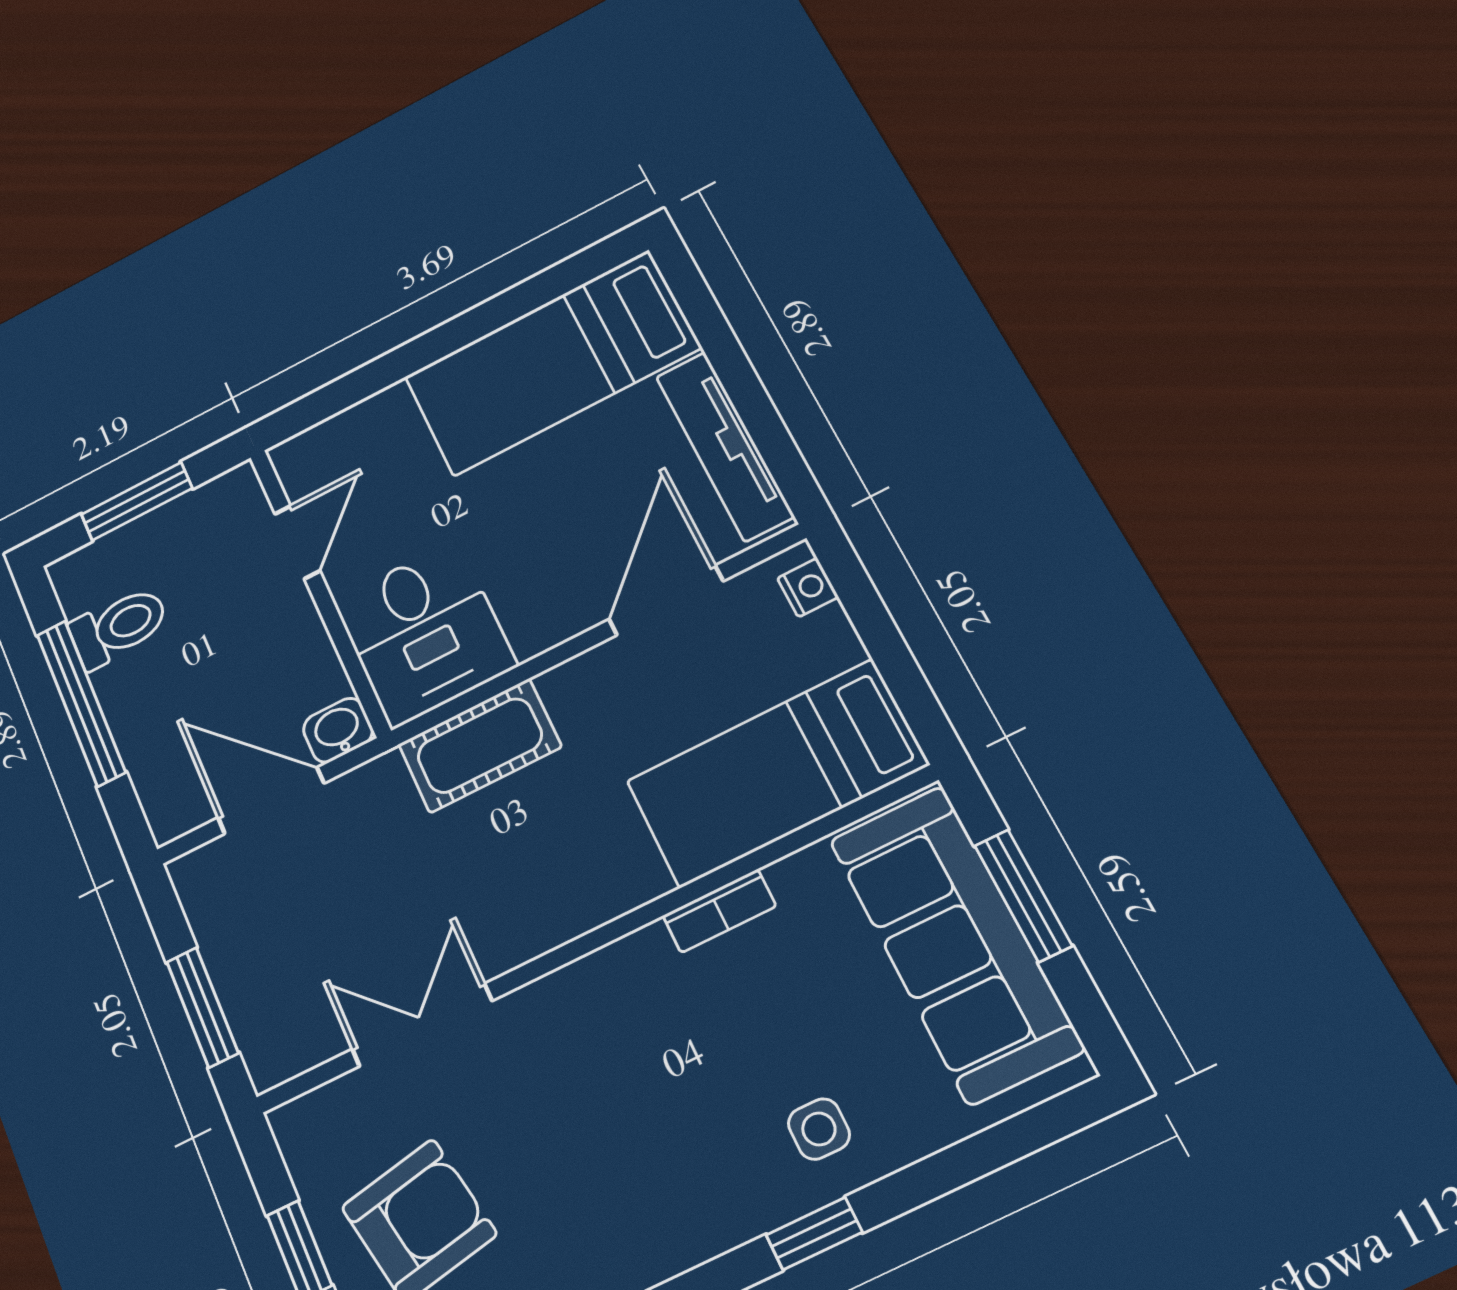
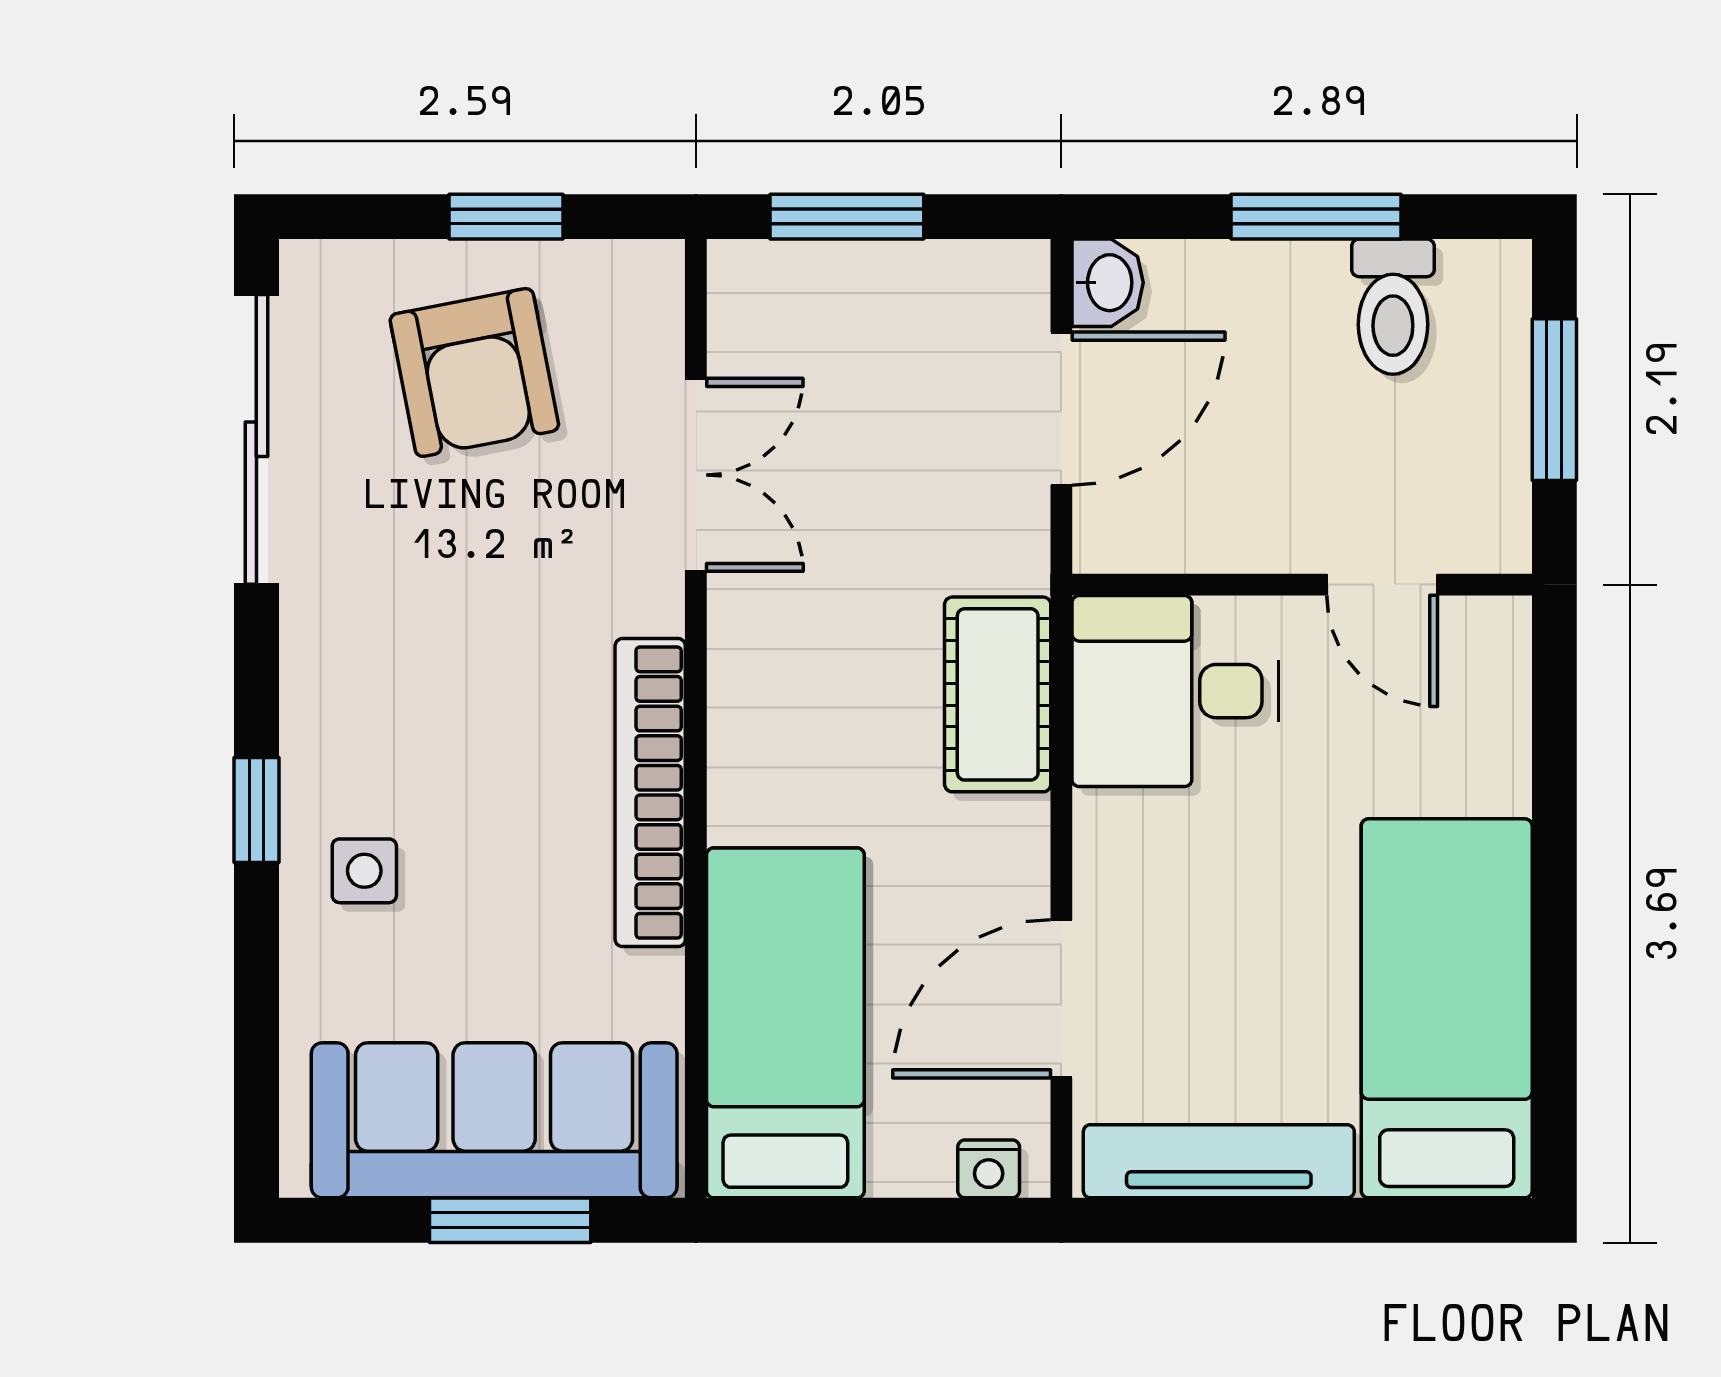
door: (666, 600) -> (1061, 999), swing flipped
window: (81, 703) -> (1316, 217), width x0.69
washbasin: (338, 730) -> (1108, 283), moved
bookcase: (719, 911) -> (650, 793), width x2.31, depth x1.31

